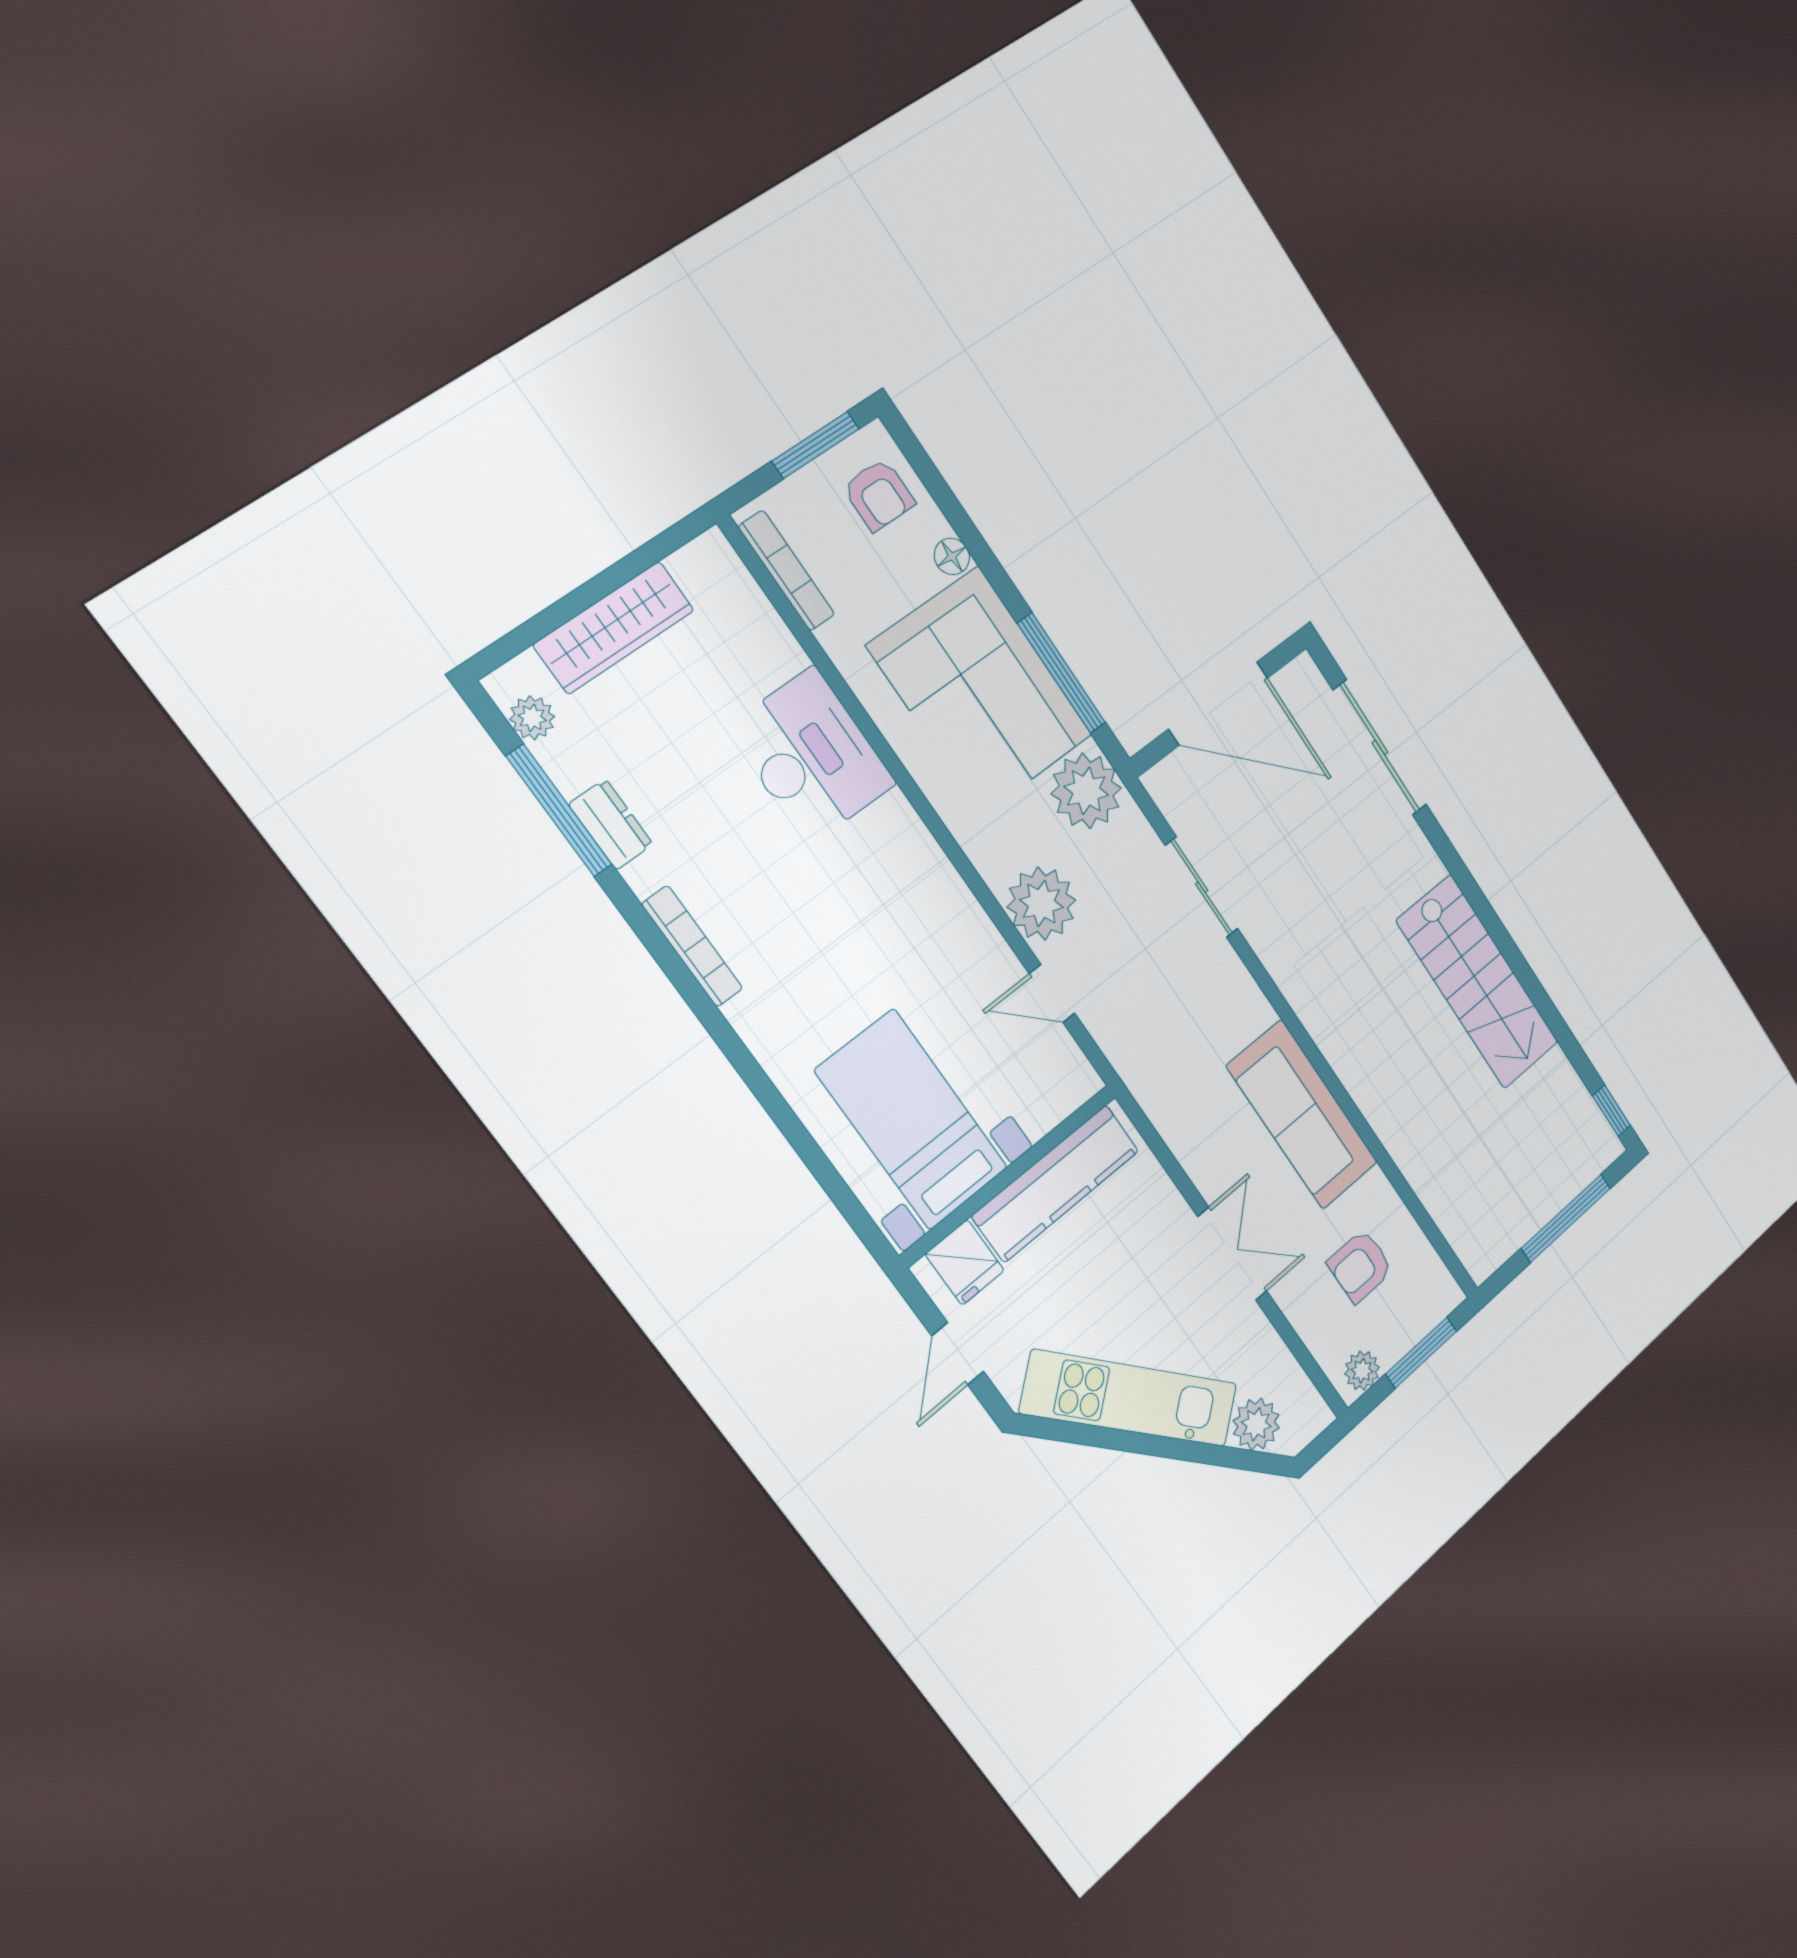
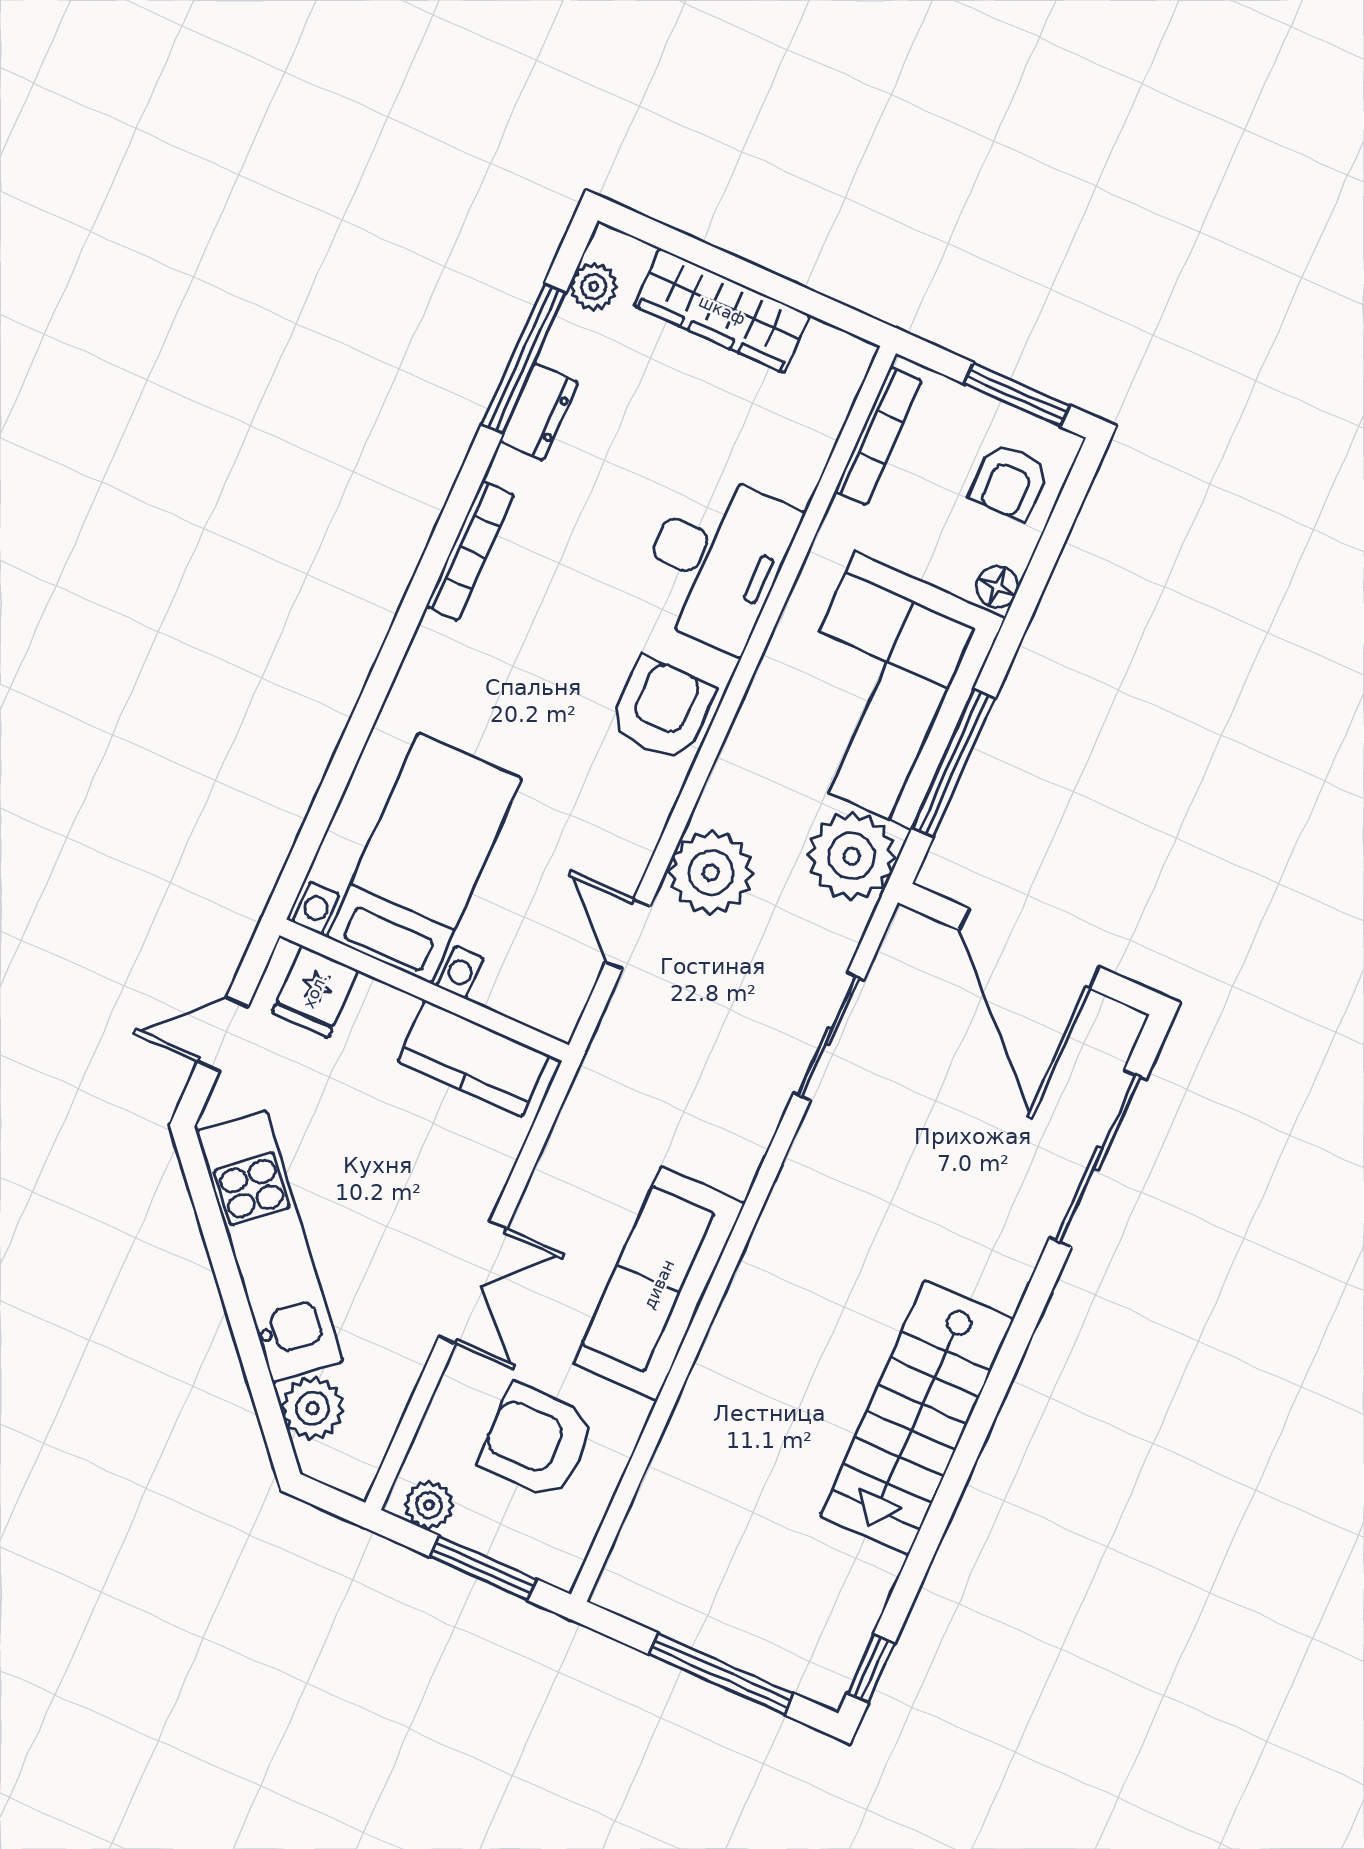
armchair: (901, 868) -> (662, 709), added
kitchen counter: (1056, 1183) -> (473, 1059), width x0.67
armchair: (1360, 1266) -> (537, 1442), width x1.38, depth x1.38

